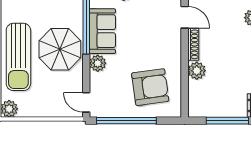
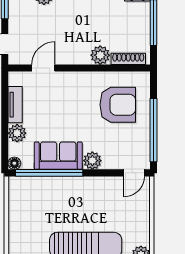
shoe rack: (193, 44) -> (128, 59), moved
parasol: (60, 49) -> (77, 201), removed
armchair: (150, 87) -> (118, 105), turned 98

